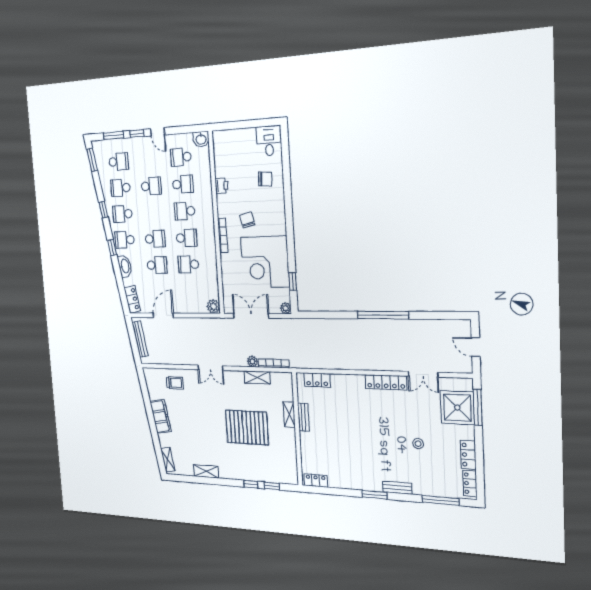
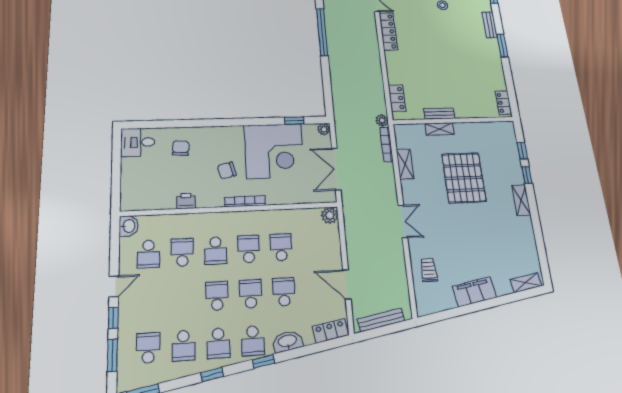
school desk: (151, 186) -> (217, 296), moved
school desk: (188, 264) -> (281, 247), turned 180
plant: (252, 361) -> (382, 120), moved
shelving: (206, 471) -> (521, 200), moved

